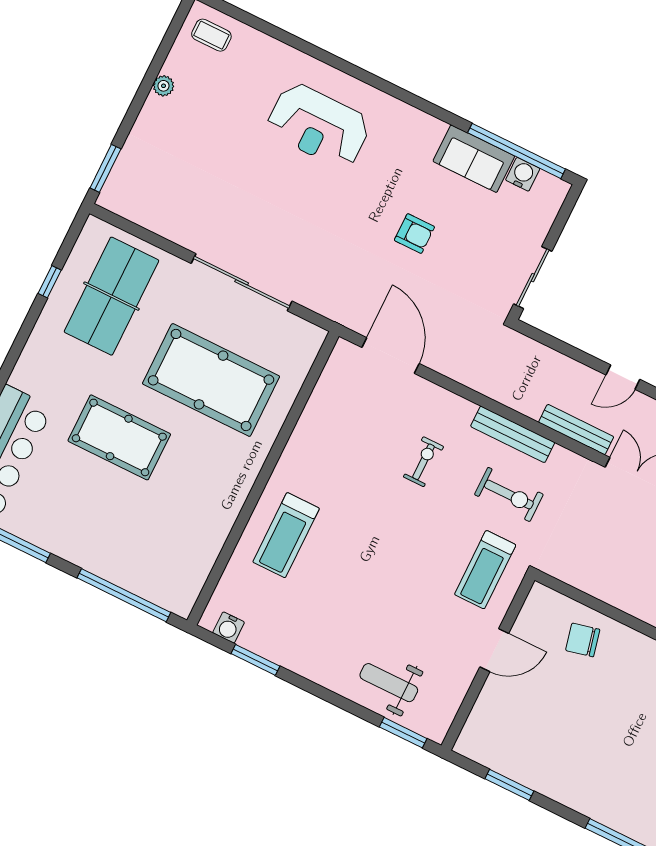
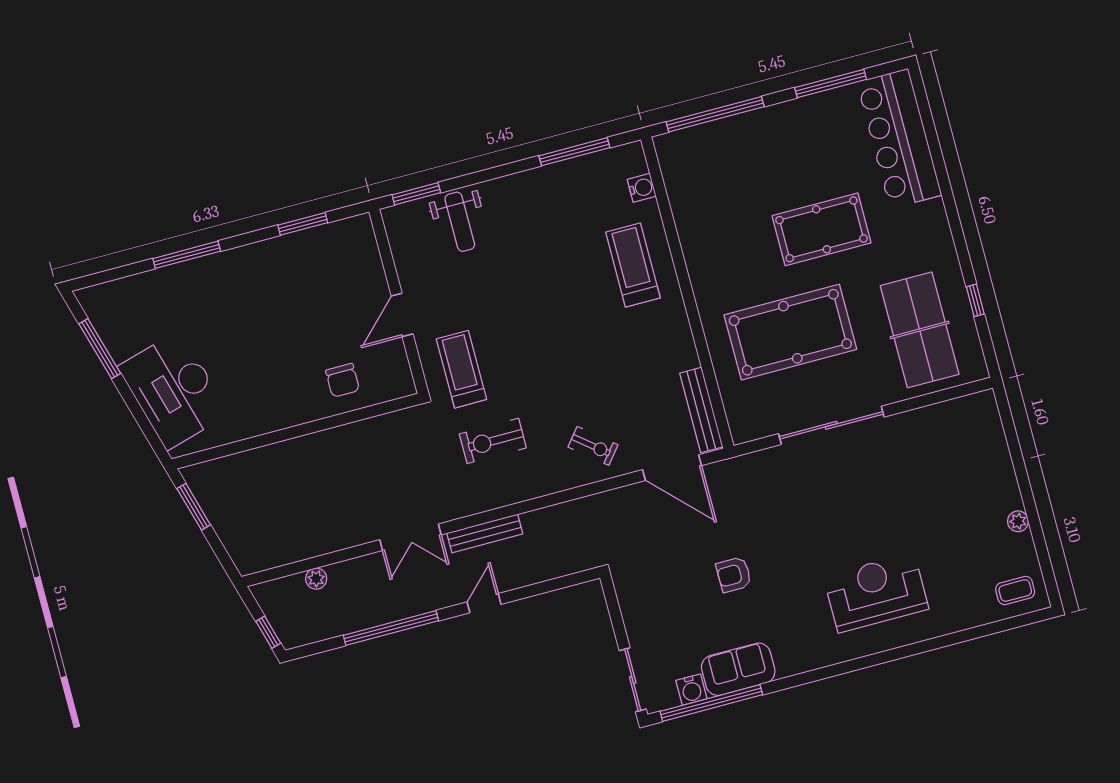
window: (105, 168) -> (1008, 422), removed
sliding door: (533, 278) -> (633, 680), moved
bench: (513, 434) -> (701, 410), moved, turned 90
exercise bike: (424, 462) -> (593, 446), moved, turned -51
water cooler: (229, 628) -> (642, 188), moved, turned 90
chair: (583, 640) -> (343, 380), turned 103
window: (255, 660) -> (574, 152), width x1.44
weight bench: (389, 683) -> (460, 222), turned 90

